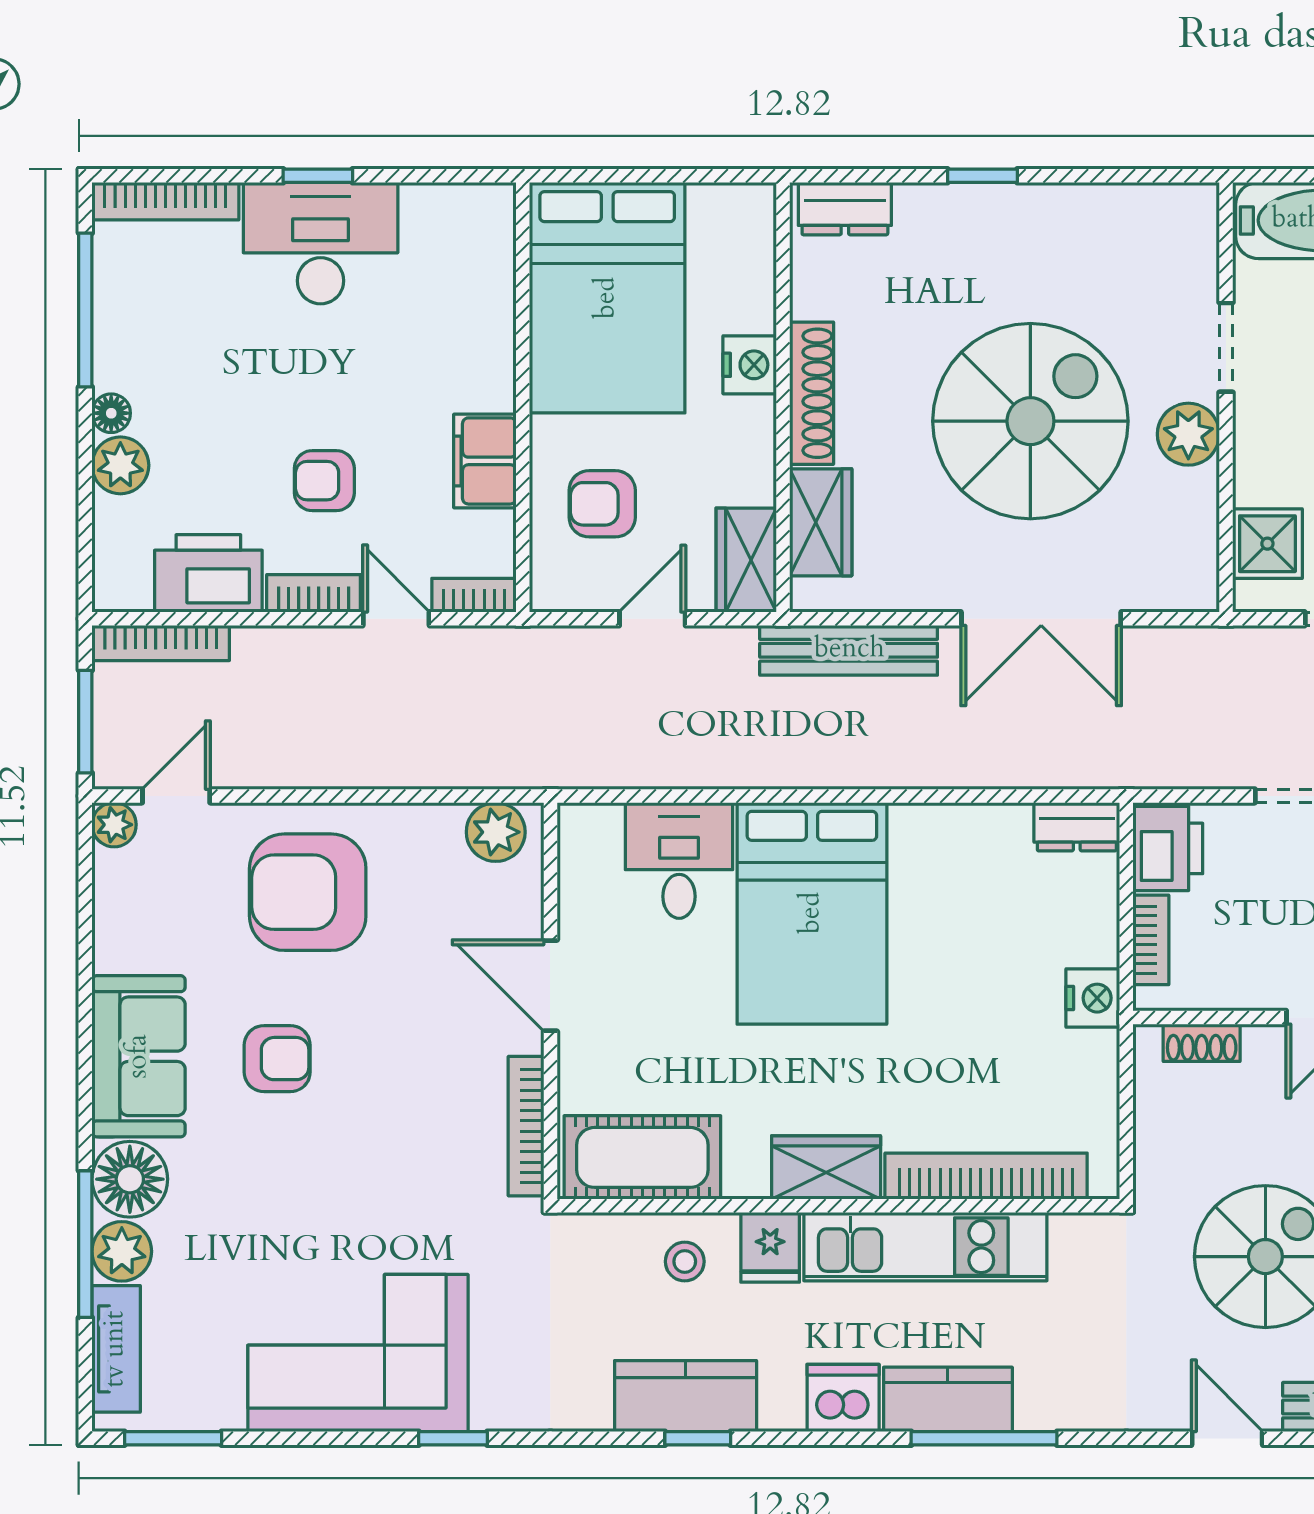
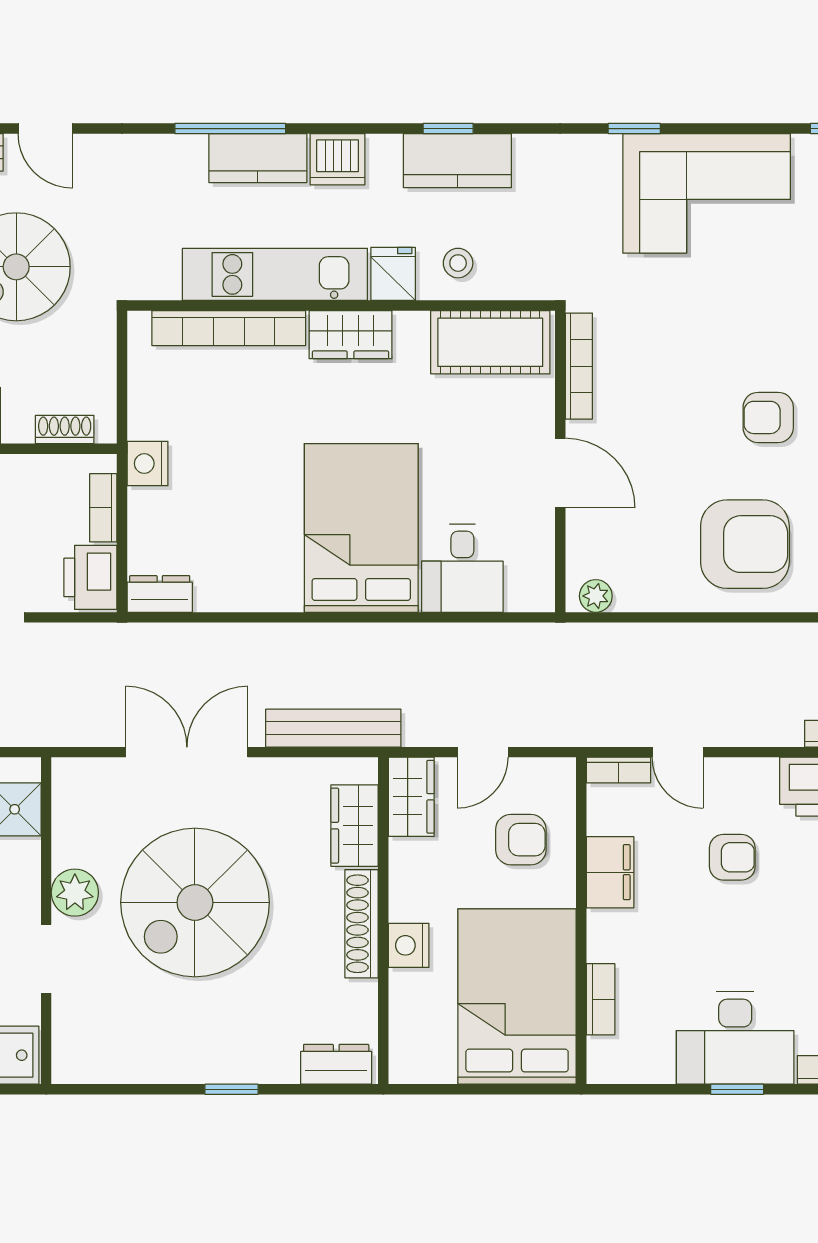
bookcase: (314, 593) -> (601, 999), moved, turned -90
plant: (496, 832) -> (596, 596), width x0.73, depth x0.73

